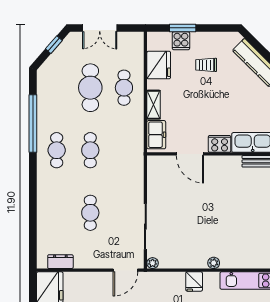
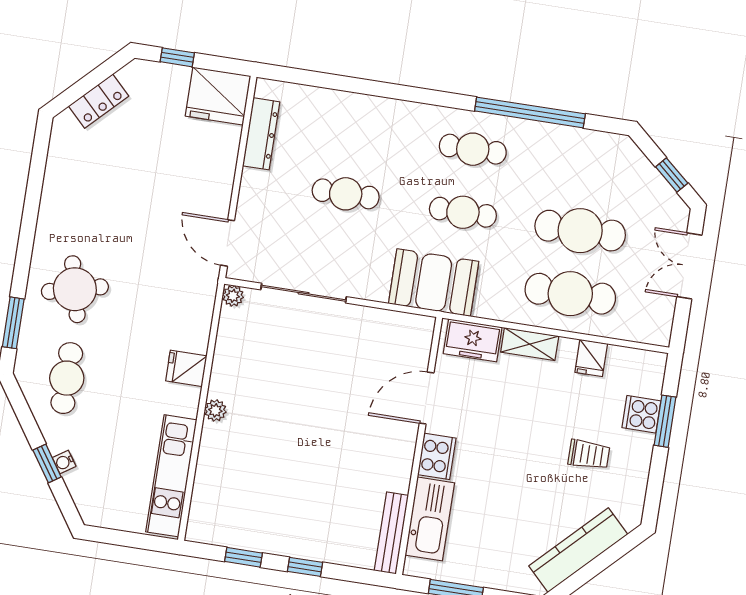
fridge: (159, 65) -> (591, 358), width x0.53, depth x0.75
trolley: (206, 65) -> (589, 454), turned 90
cafe table: (124, 88) -> (570, 294), width x1.37, depth x1.35
booth: (129, 160) -> (434, 283), added
dresser: (60, 262) -> (261, 134), width x1.44

